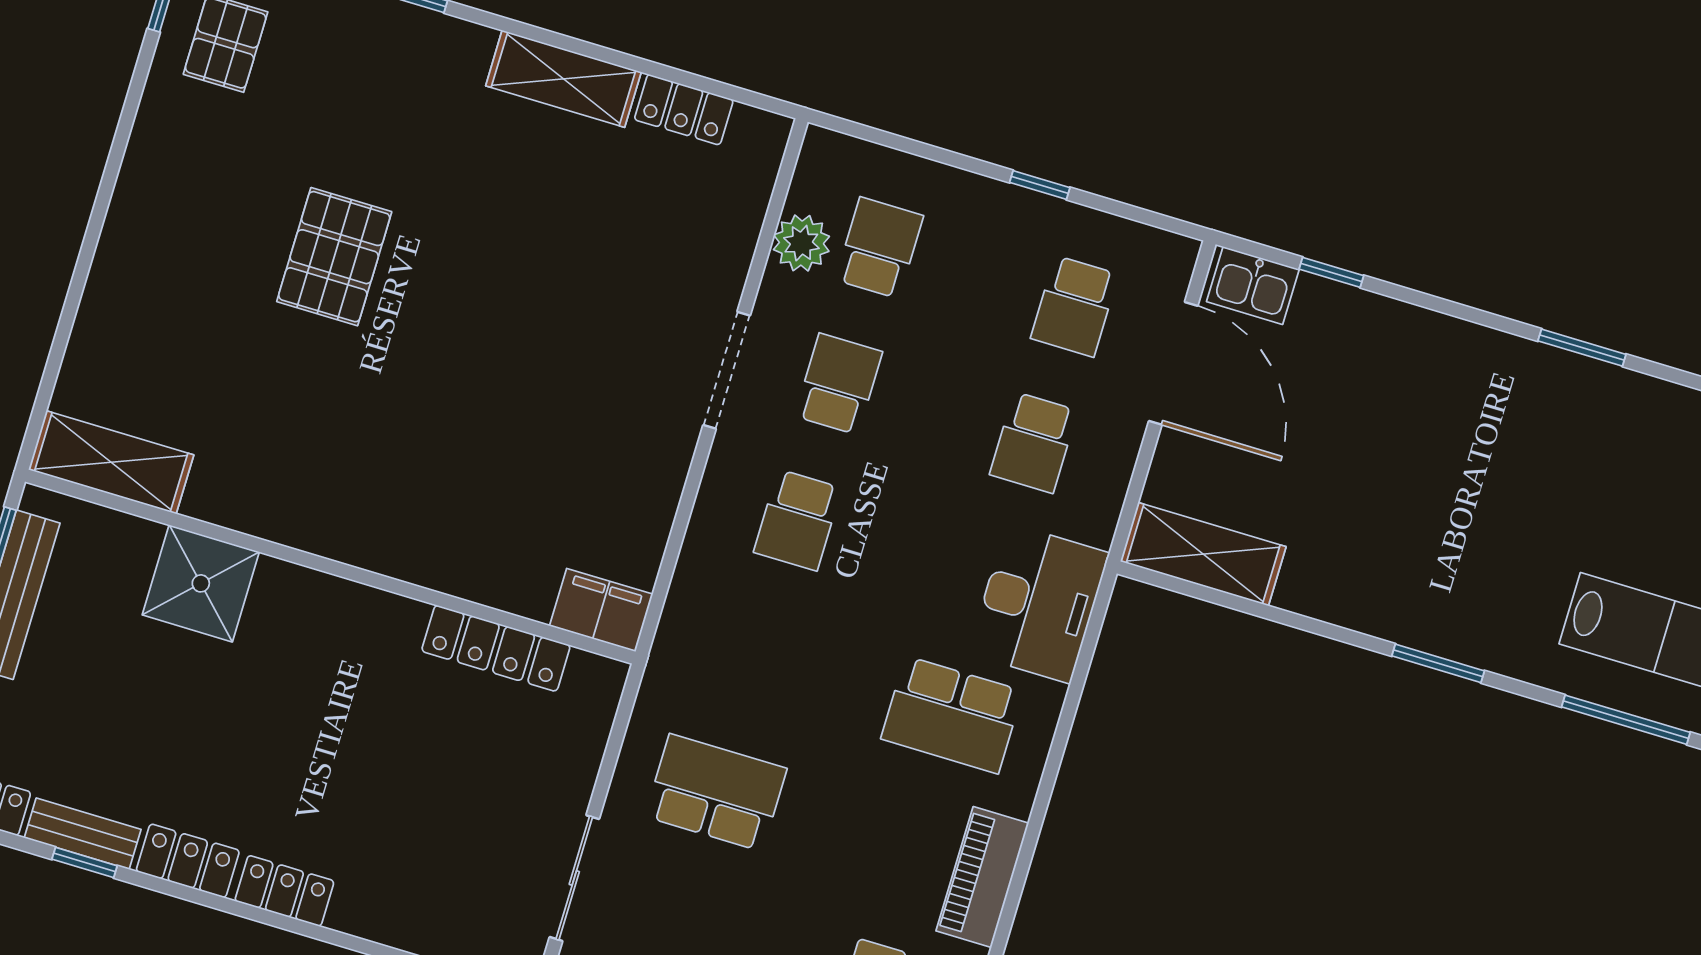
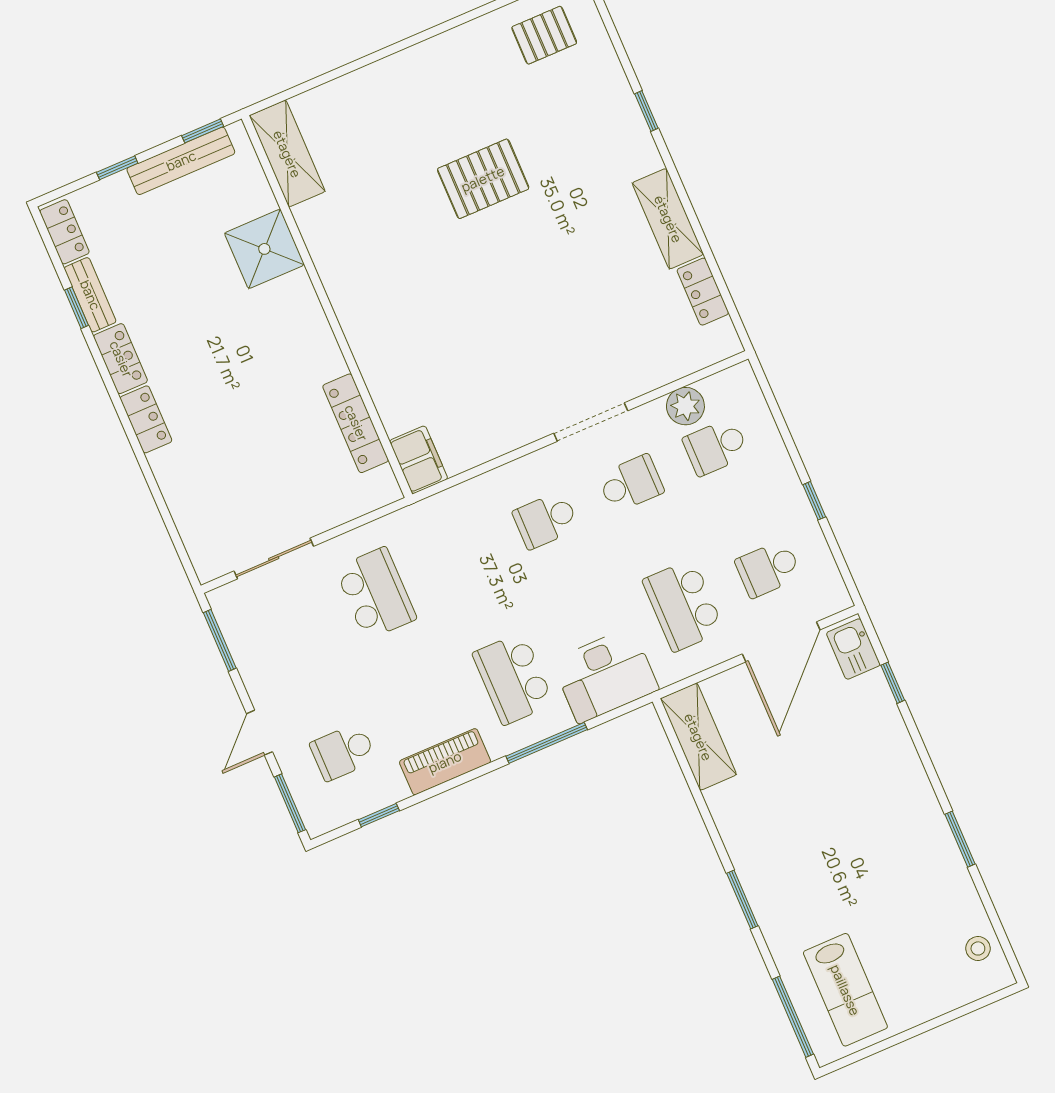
school desk: (879, 248) -> (716, 447), turned 180
school desk: (1034, 442) -> (683, 605), width x1.85
window: (1061, 739) -> (547, 743), added

